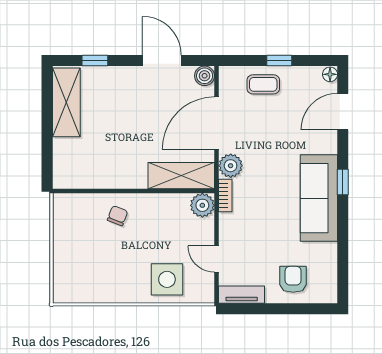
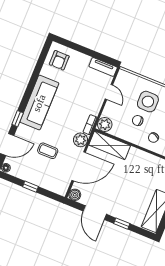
window: (95, 61) -> (122, 224), moved
coffee table: (263, 84) -> (48, 151), moved
window: (343, 182) -> (18, 119), moved
chair: (153, 232) -> (138, 121), added
side table: (167, 279) -> (148, 102), moved
armchair: (293, 279) -> (59, 60), moved

